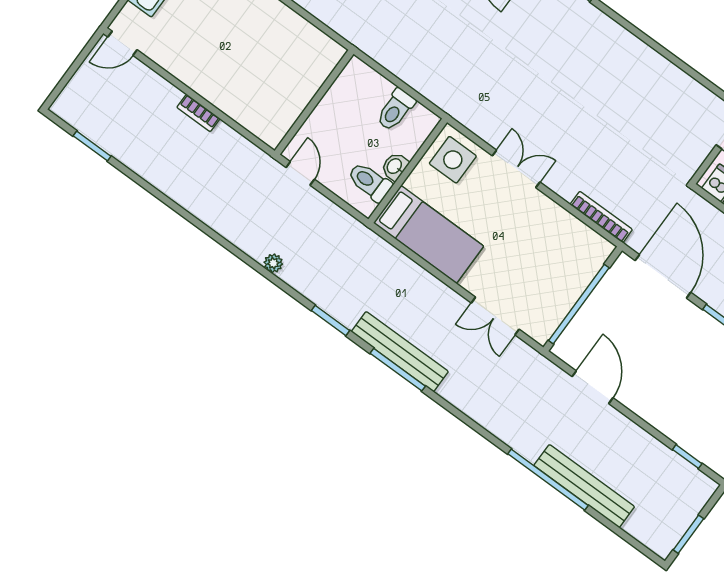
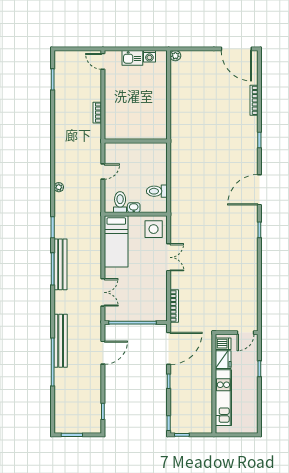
wall: (314, 102) -> (136, 141), moved
double door: (495, 316) -> (103, 292), swing flipped
bench: (584, 486) -> (61, 341), moved

